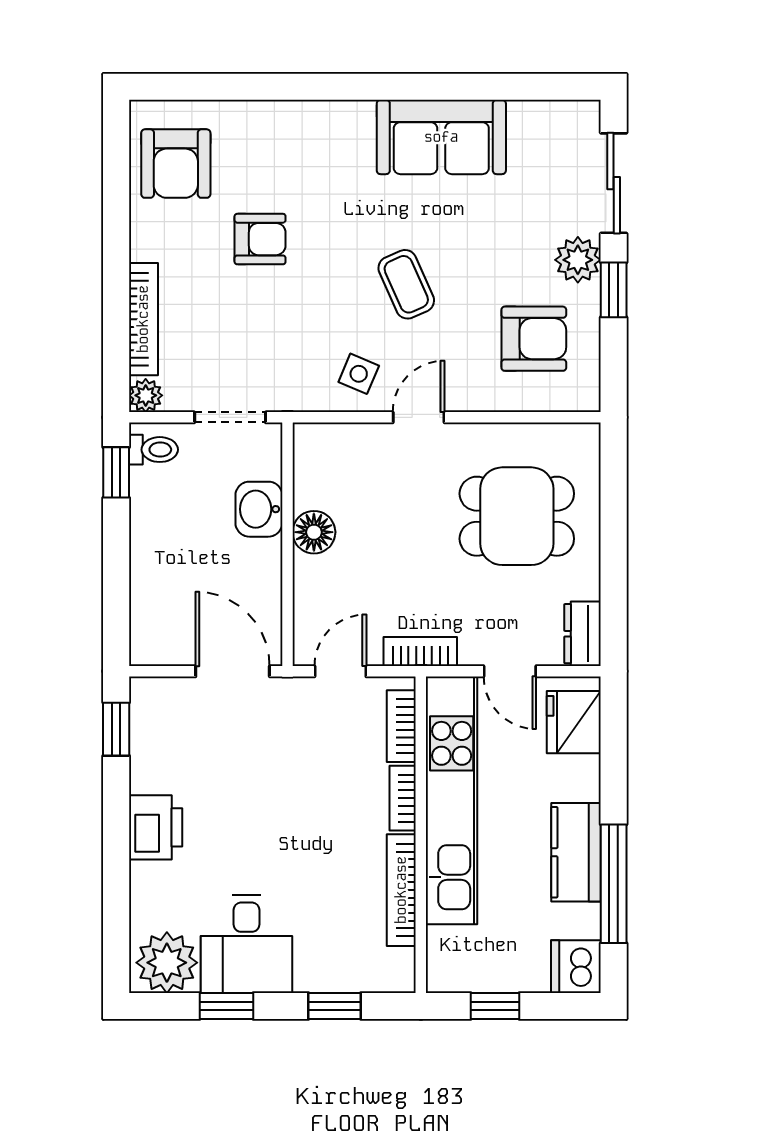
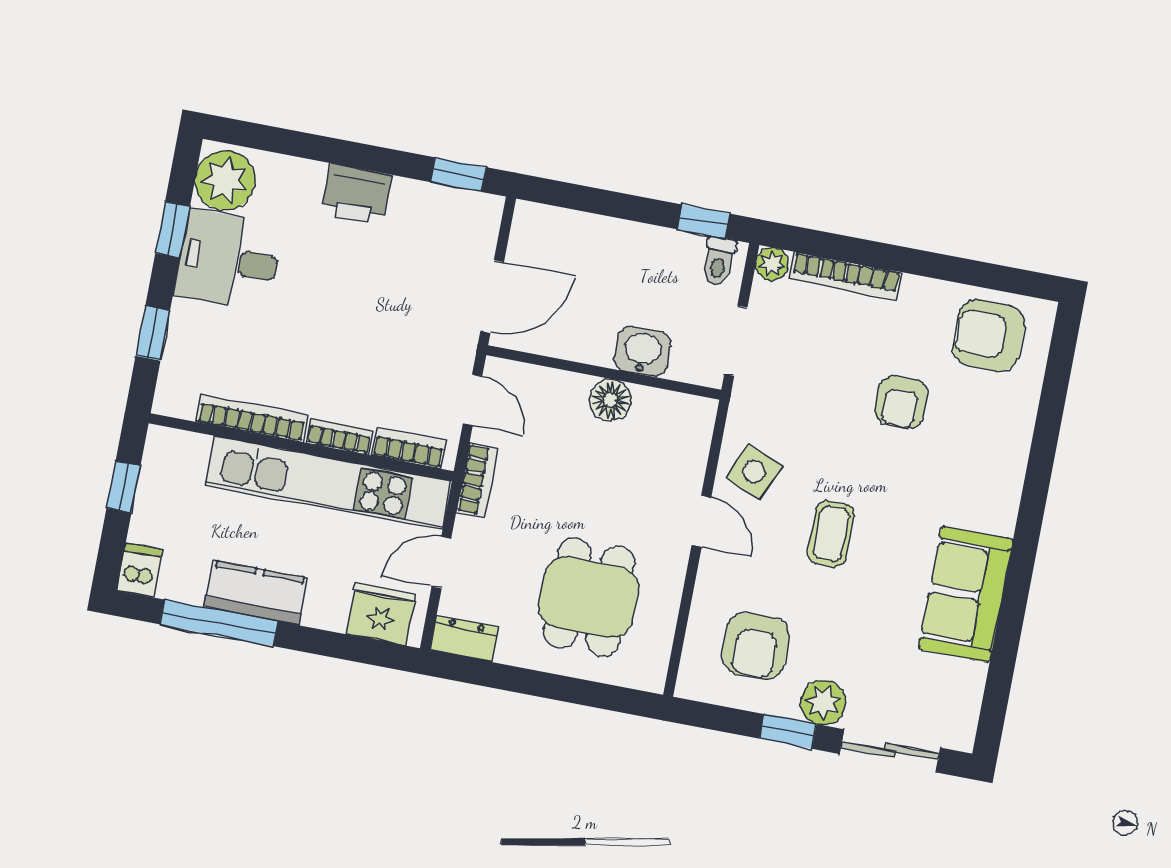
coffee table: (406, 284) -> (831, 534), turned -66
side table: (359, 374) -> (754, 472), width x1.37, depth x1.37
dishwasher: (576, 967) -> (139, 570), width x0.73

